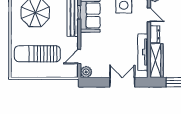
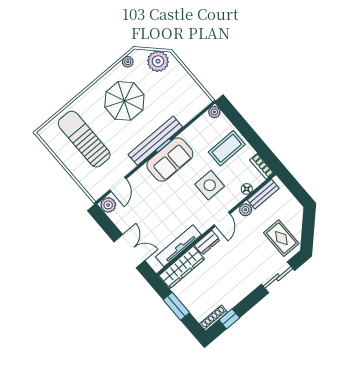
door: (79, 57) -> (118, 184), swing flipped

